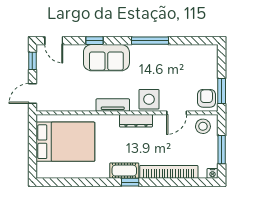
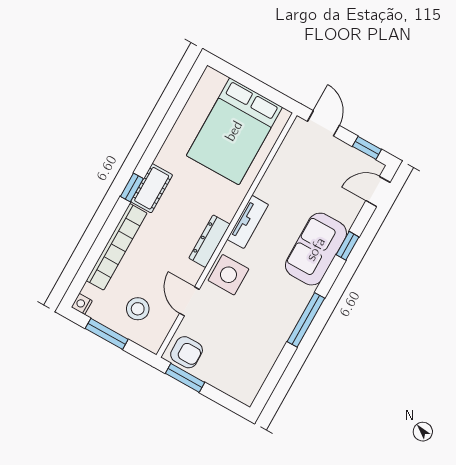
stool: (203, 126) -> (138, 309), moved

